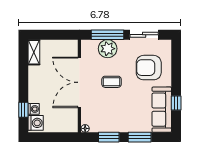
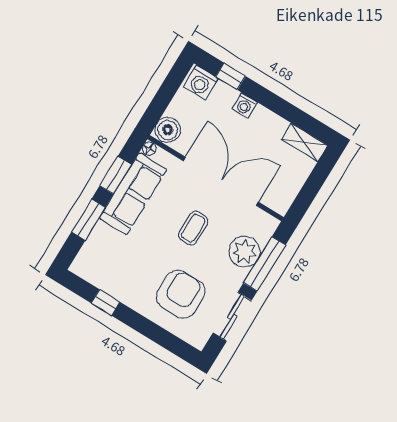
washing machine: (34, 109) -> (245, 105), moved
sofa: (162, 110) -> (133, 194), moved, turned 90
boiler: (70, 125) -> (168, 130), added

